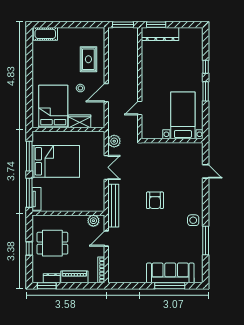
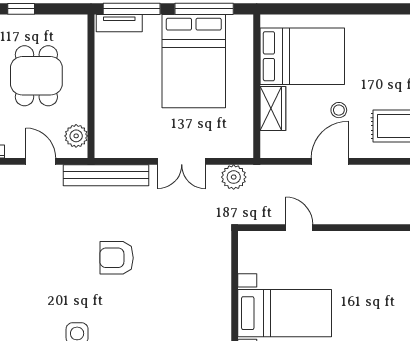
door: (106, 93) -> (330, 161), hinge flipped
dining table: (52, 243) -> (36, 76), moved

